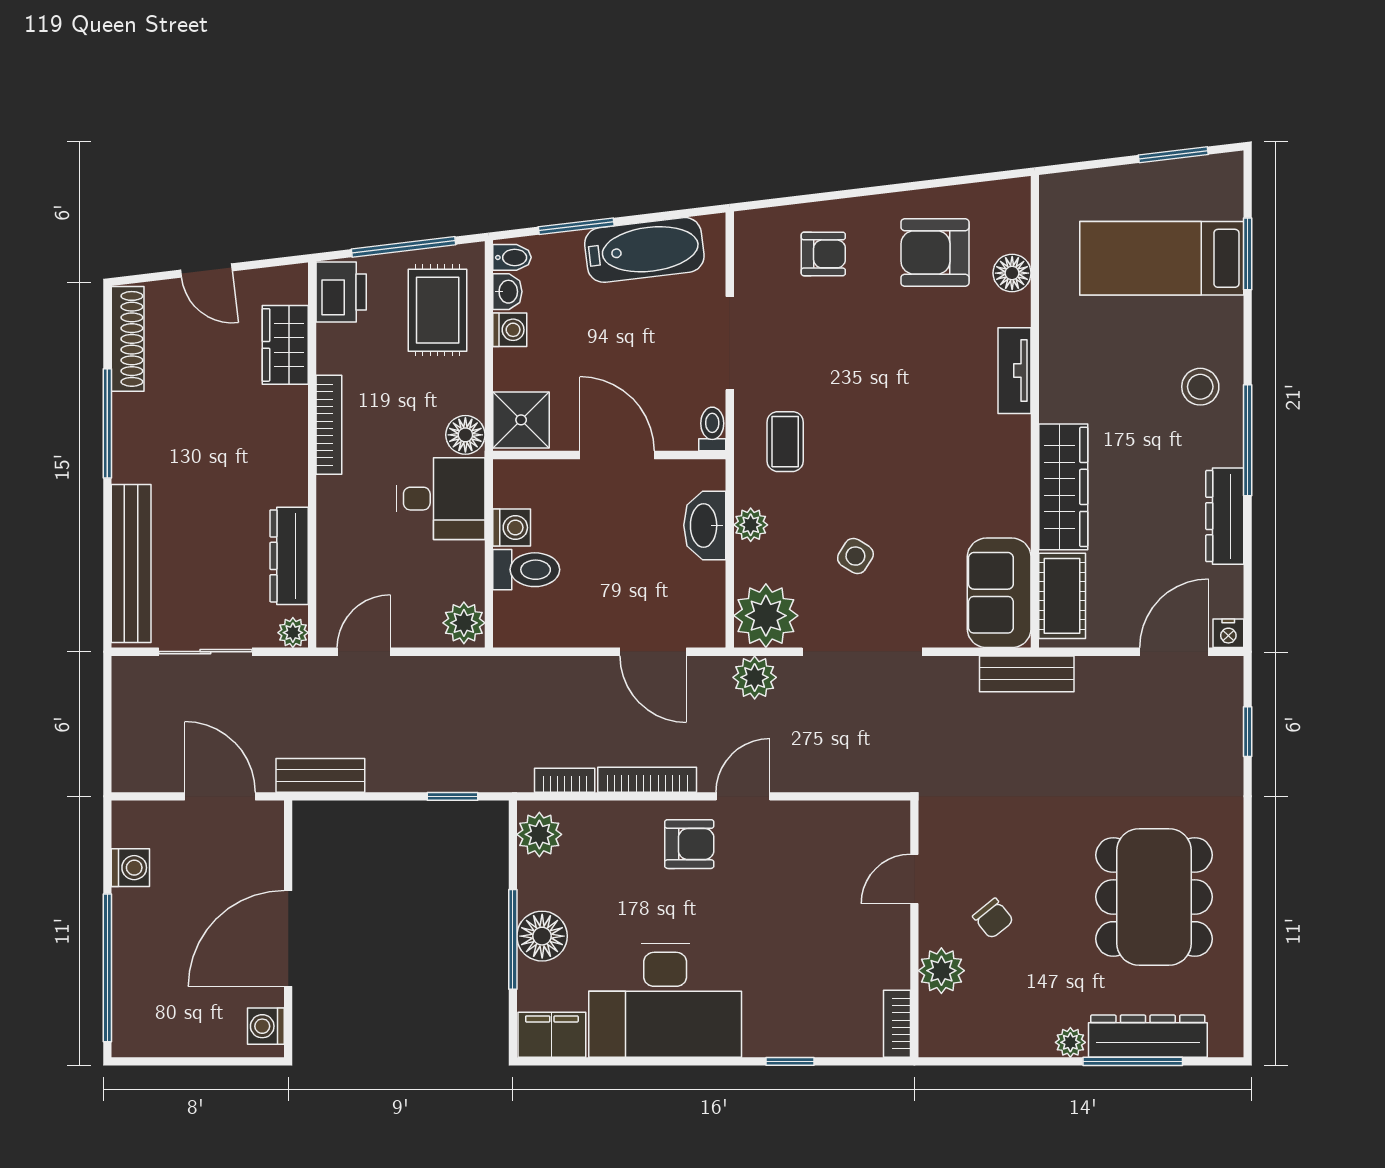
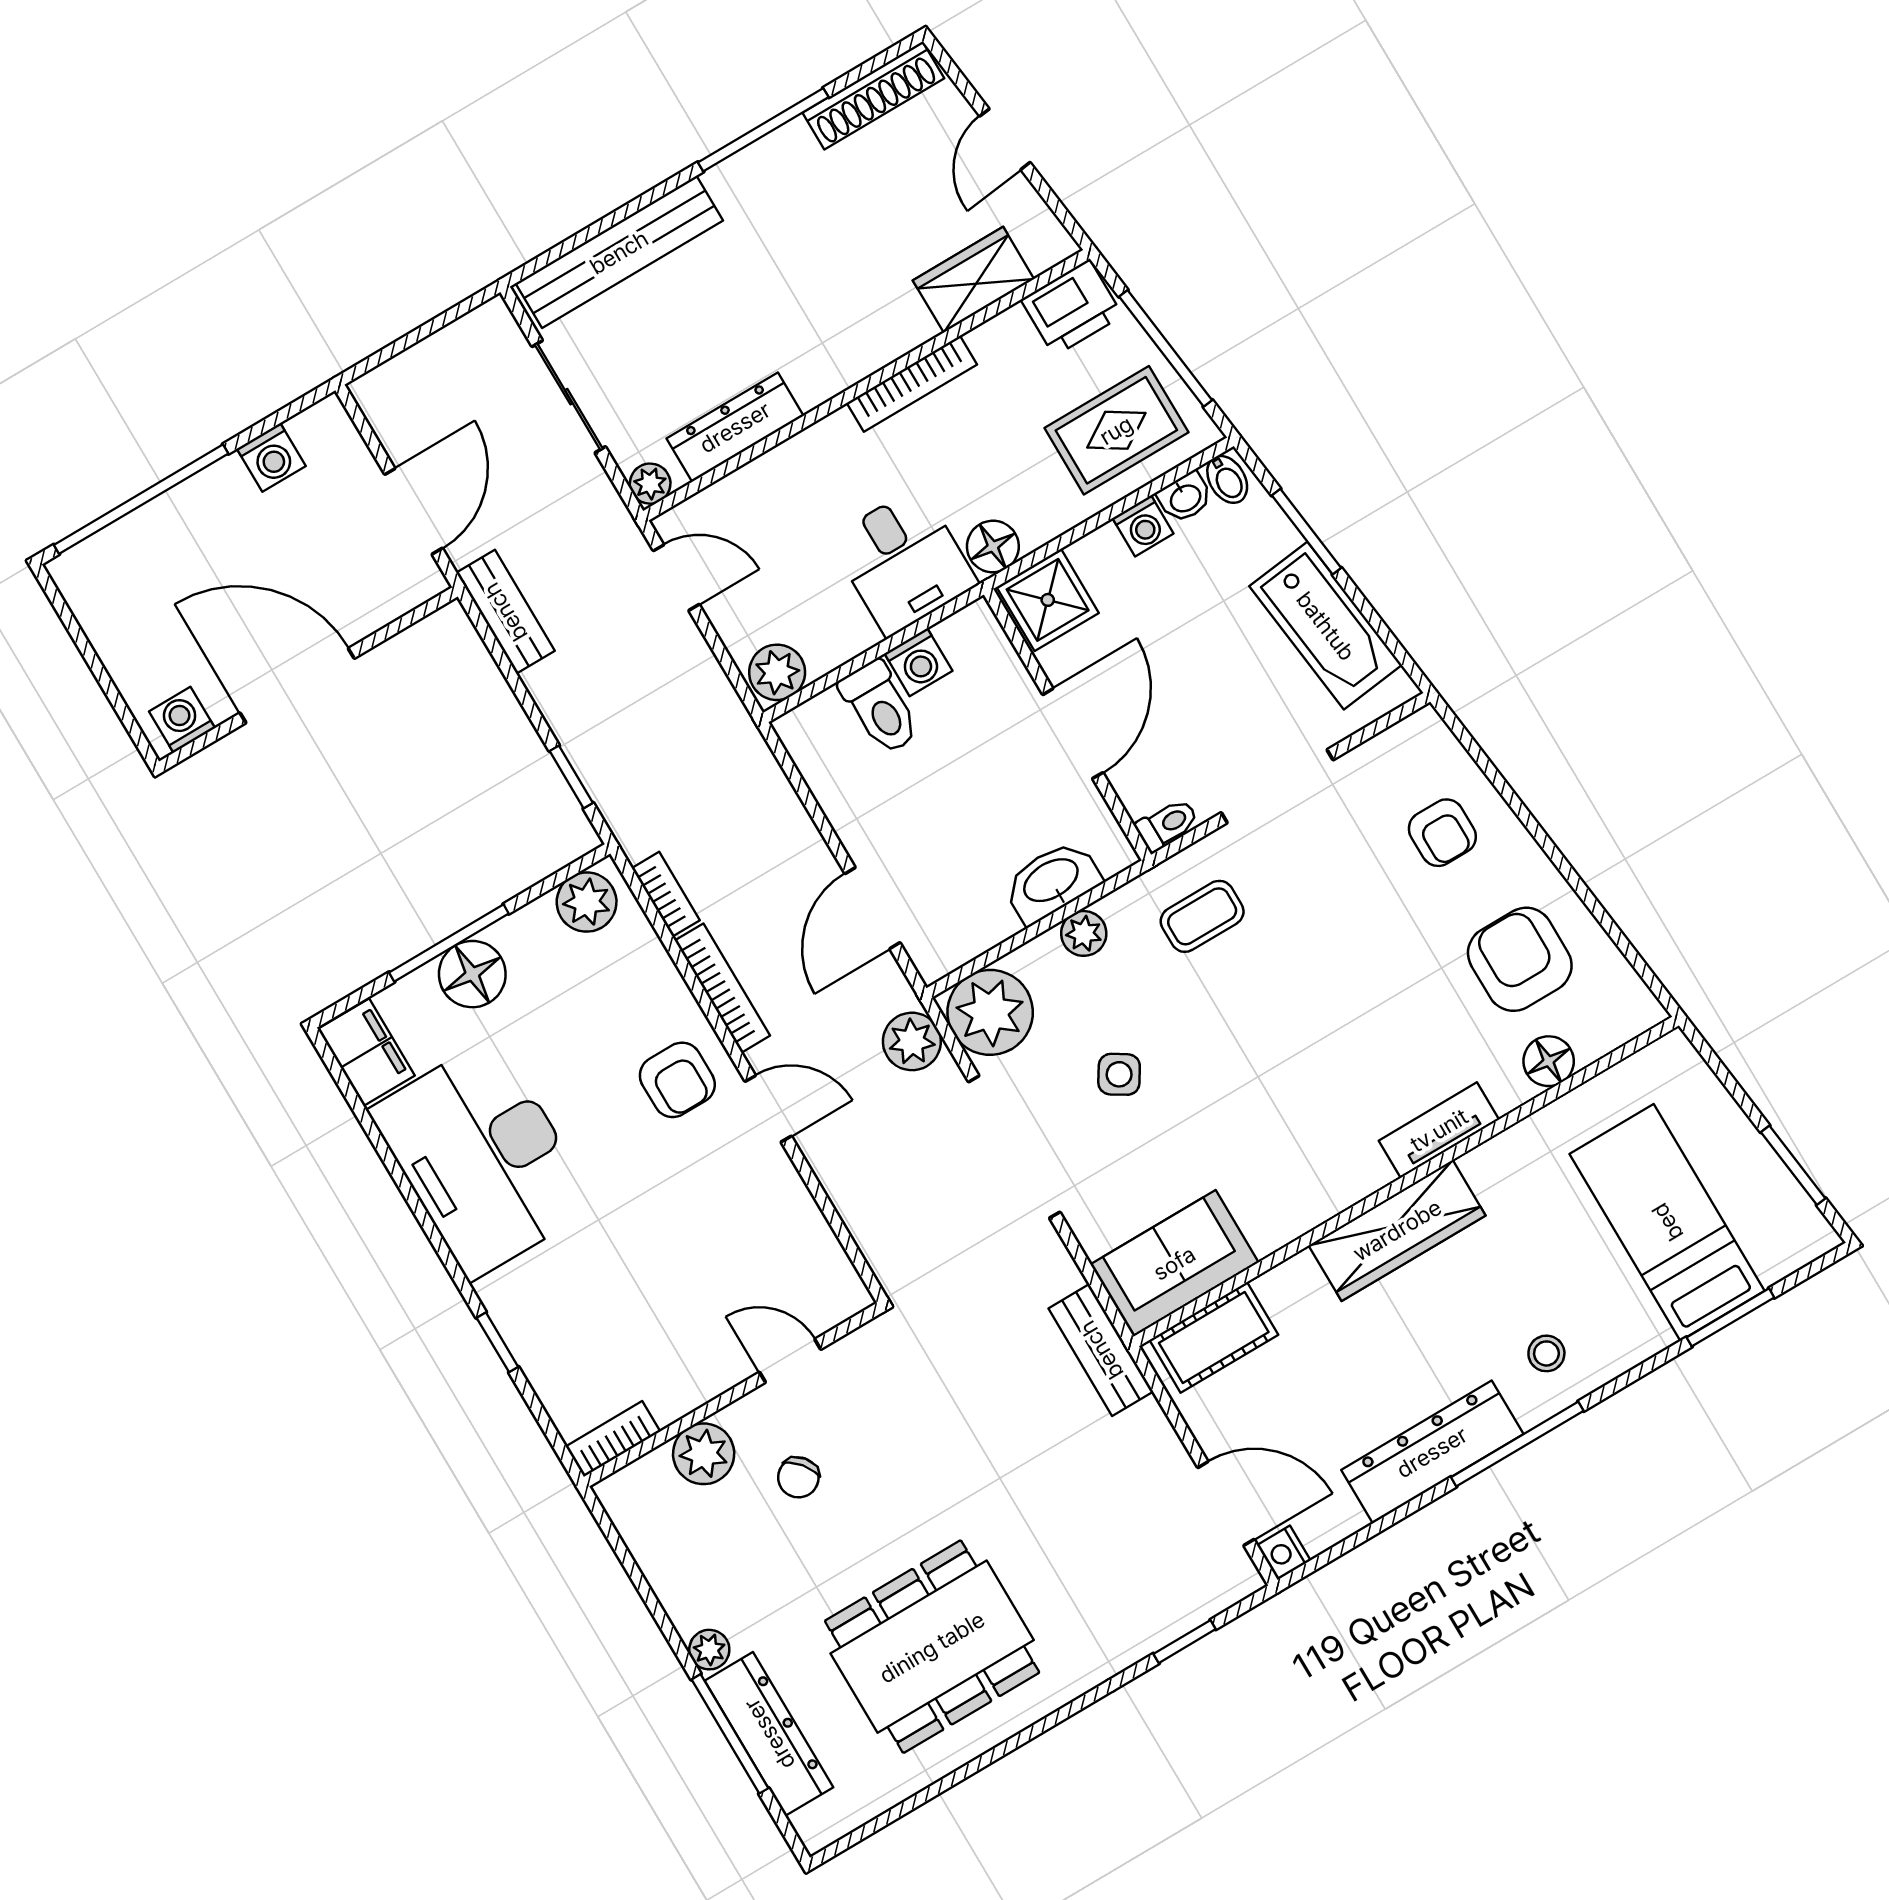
stool: (1200, 387) -> (1546, 1353), width x0.73, depth x0.73
wardrobe: (1063, 487) -> (1397, 1230), moved
dresser: (1225, 516) -> (1432, 1452), width x1.37, depth x1.24

